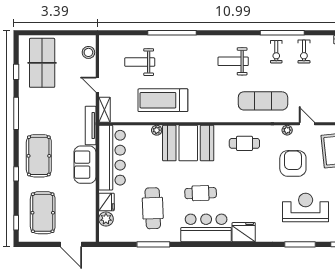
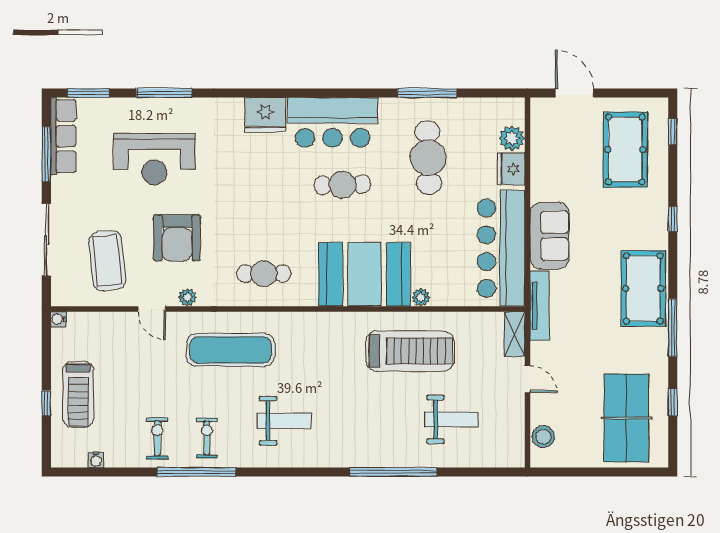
pool table: (39, 156) -> (643, 288), moved

